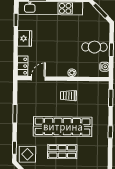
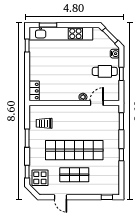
fridge: (25, 38) -> (36, 64), removed
water cooler: (104, 67) -> (115, 54), moved
door: (38, 78) -> (97, 103), moved
trolley: (68, 96) -> (44, 123), moved

